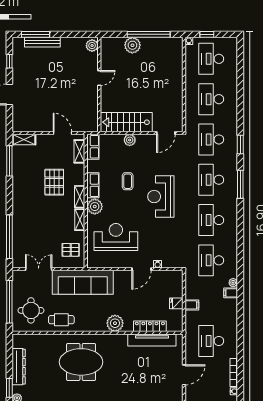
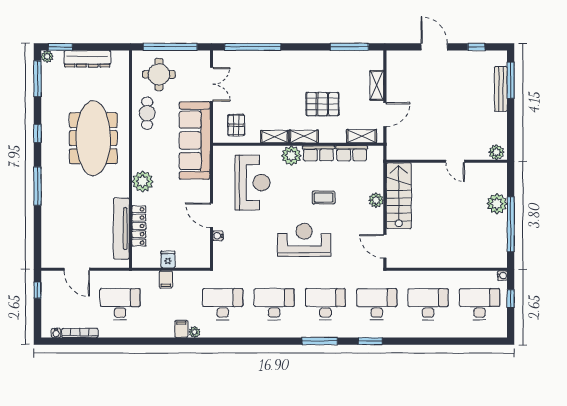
shelving: (24, 139) -> (377, 85), moved
row of seats: (93, 147) -> (352, 153), moved
meeting table: (81, 362) -> (93, 138), width x1.36

